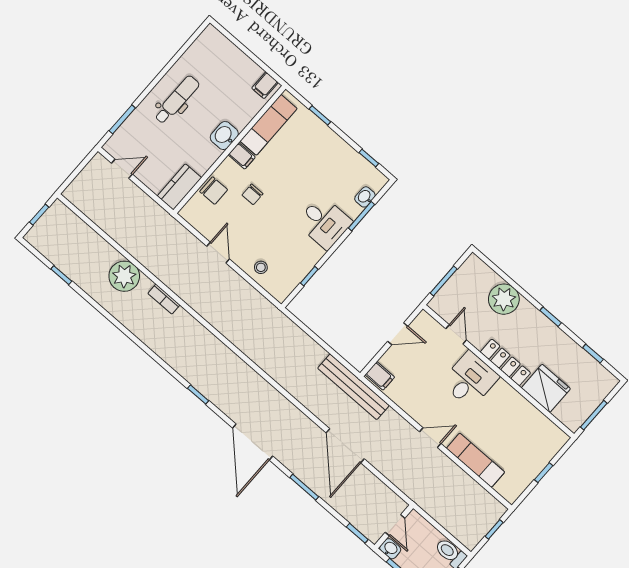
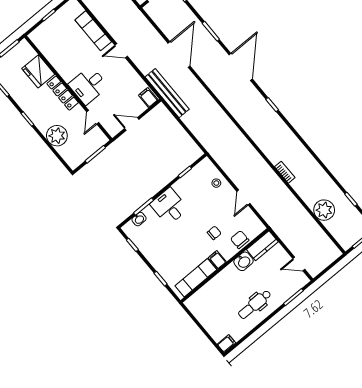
filing cabinet: (265, 85) -> (226, 344), moved
washbasin: (224, 136) -> (244, 261), moved
plant: (124, 276) -> (324, 210), moved

